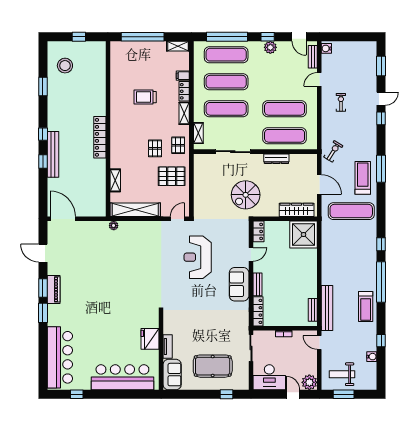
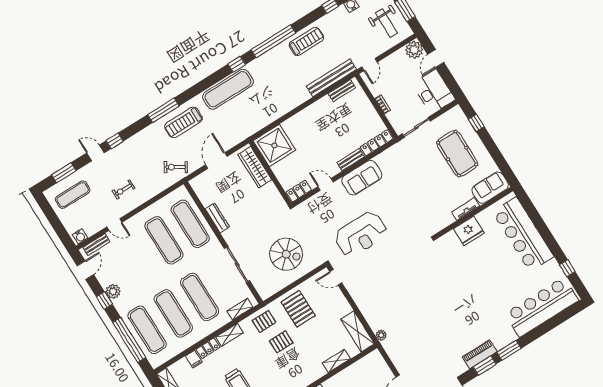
exercise mat: (361, 62) -> (73, 195), added
spiral stairs: (246, 195) -> (286, 254), moved
shelving: (135, 210) -> (358, 331), width x0.68
exercise mat: (351, 211) -> (228, 89), moved, turned 90

